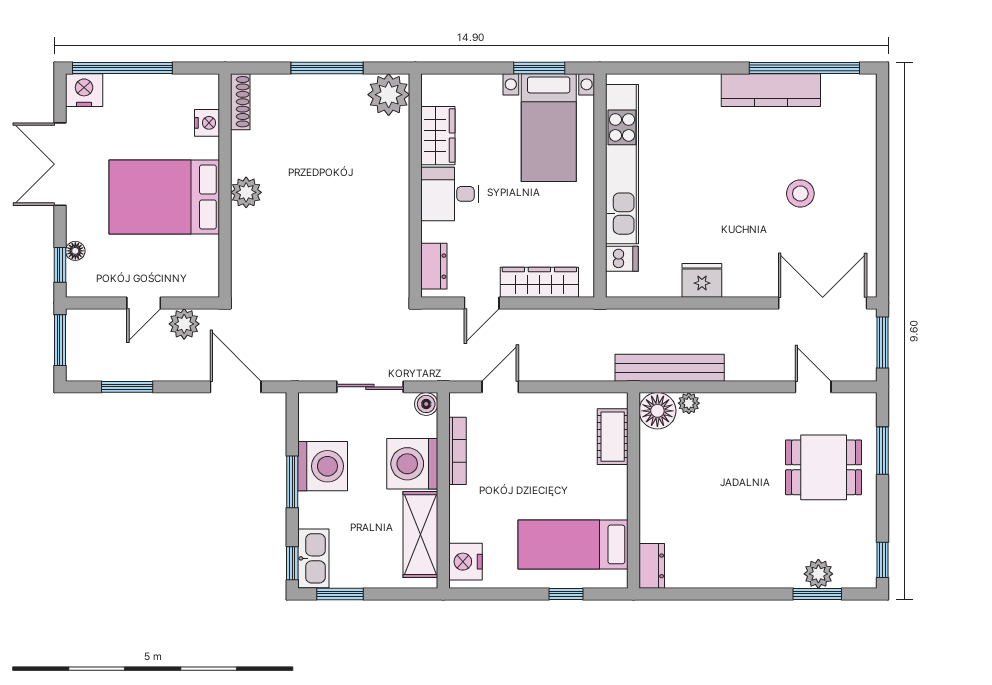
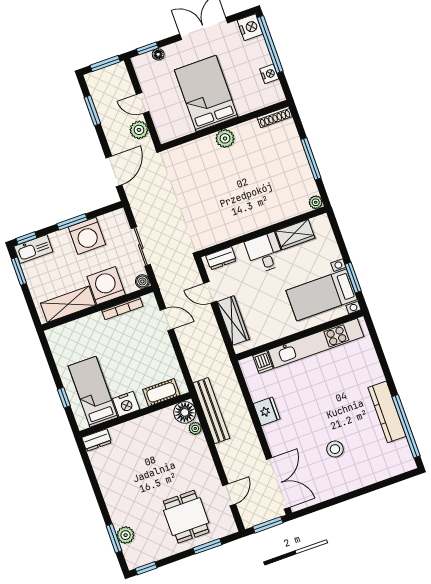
plant: (389, 95) -> (316, 202), width x0.53, depth x0.53
nightstand: (207, 123) -> (269, 74), moved, turned -90
nightstand: (465, 562) -> (126, 404), moved, turned 180

